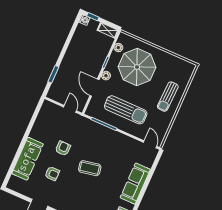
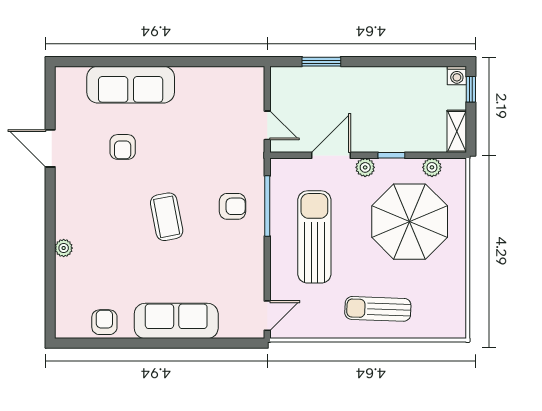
door: (70, 109) -> (267, 125), hinge flipped
sun lounger: (126, 110) -> (314, 237), turned 180
armchair: (63, 148) -> (233, 206), moved

